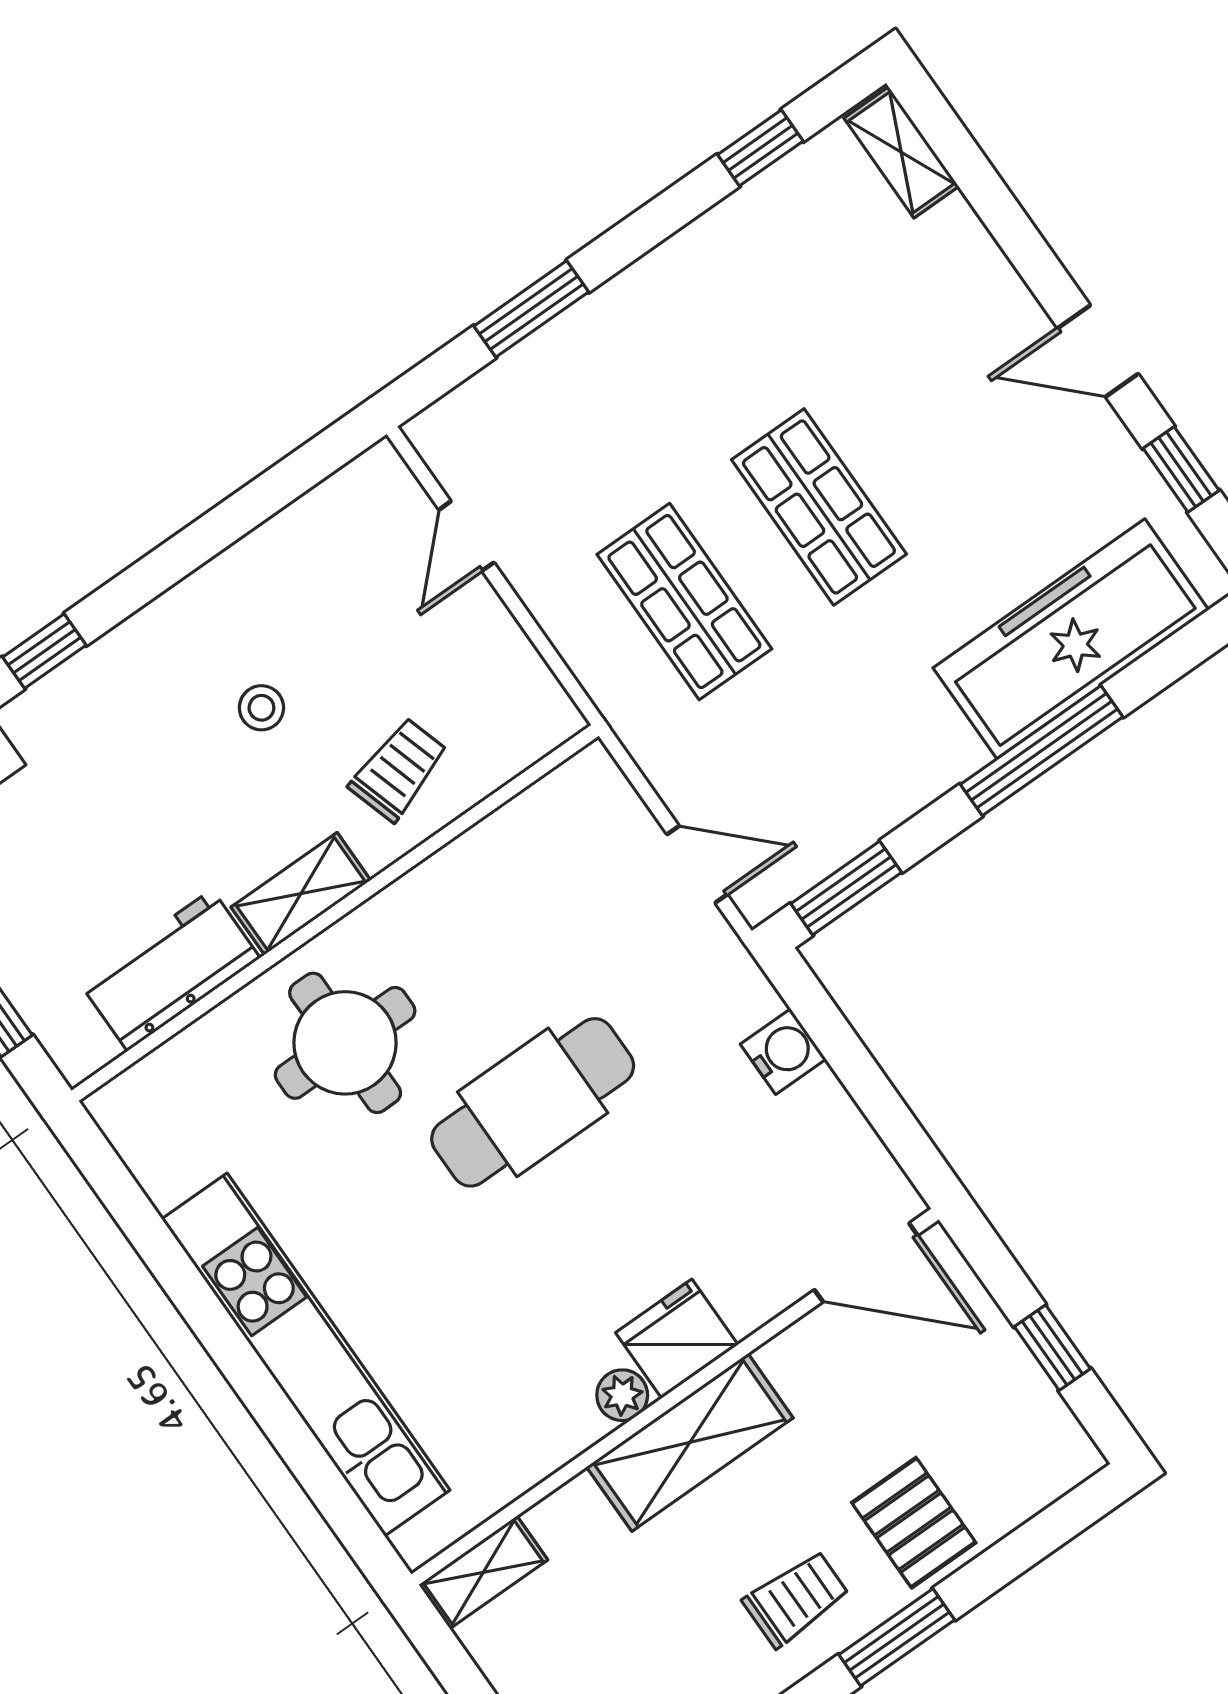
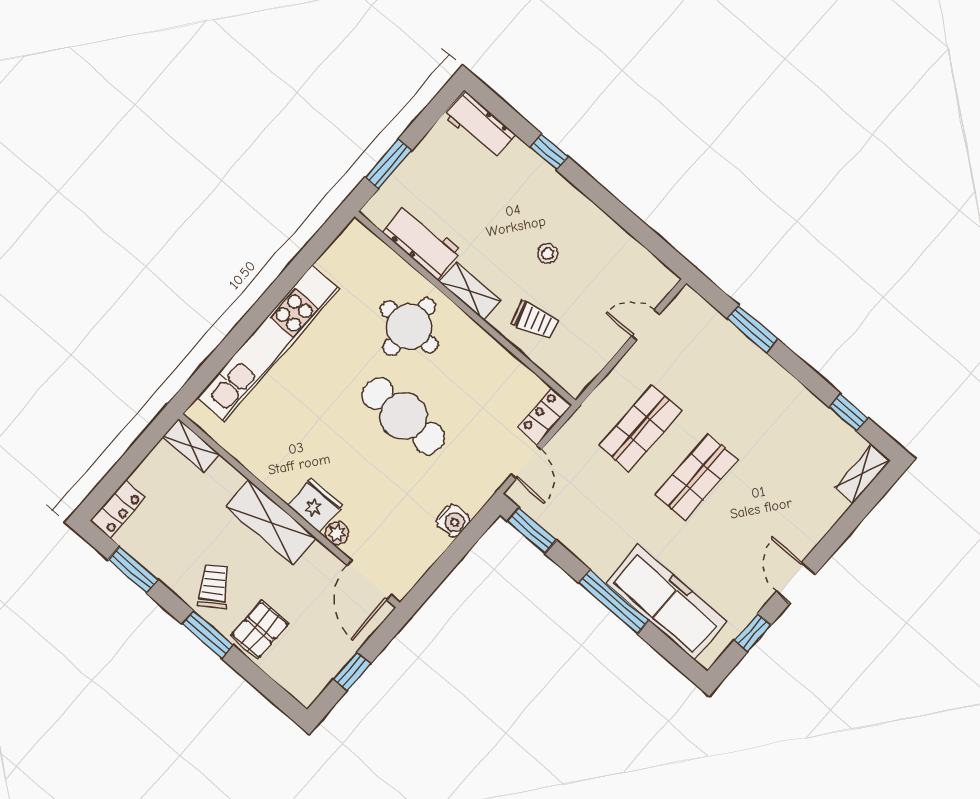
locker: (608, 800) -> (545, 416), added
plant: (622, 1395) -> (337, 533), moved
trolley: (796, 1599) -> (214, 586), turned -124

